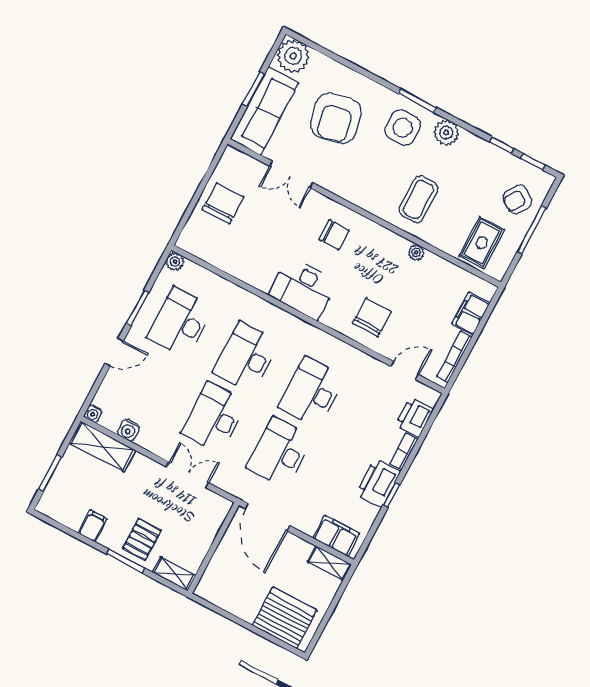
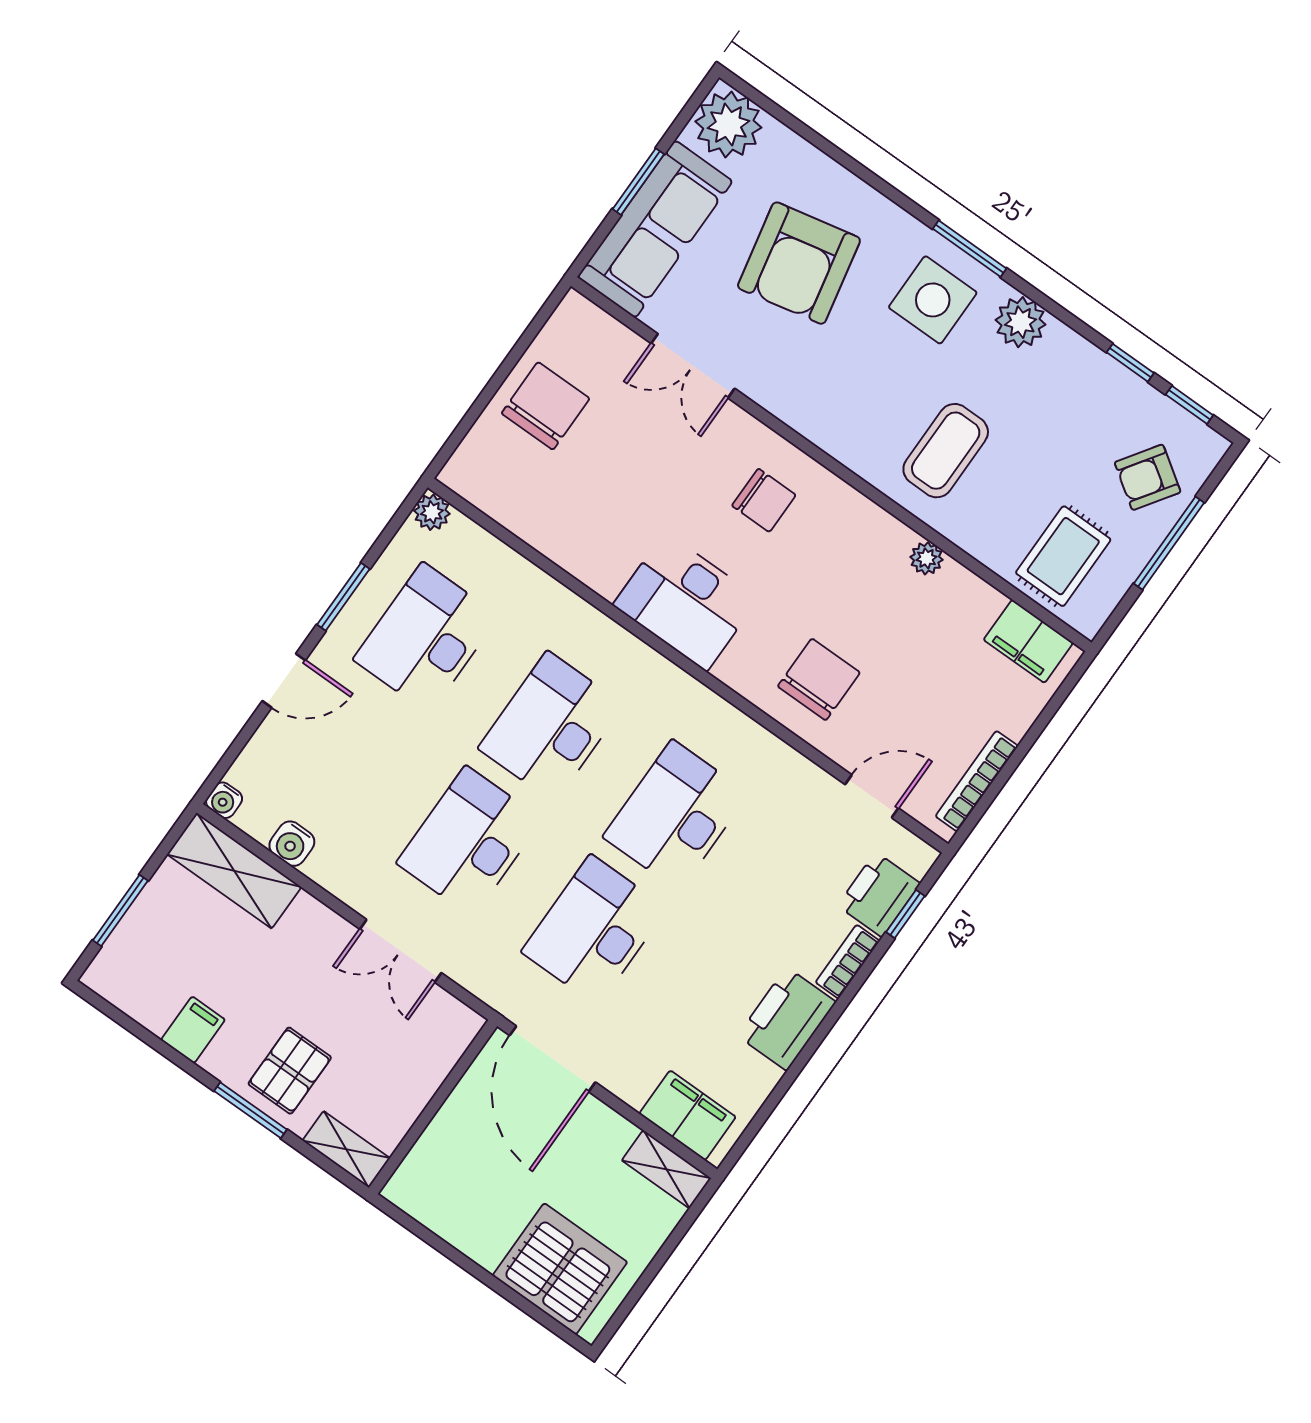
filing cabinet: (471, 314) -> (1028, 641), moved, turned -90
double door: (188, 475) -> (401, 951), swing flipped
window: (392, 495) -> (905, 914), moved

